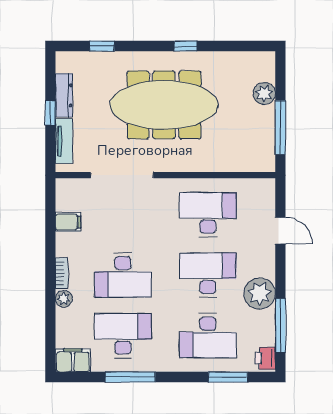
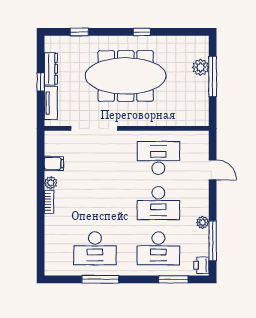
window: (280, 128) -> (213, 76), moved
desk: (123, 275) -> (95, 203), removed
desk: (208, 275) -> (158, 203), turned 180
plant: (260, 294) -> (203, 222), width x0.53, depth x0.53
plant: (64, 299) -> (51, 183), moved
desk: (123, 336) -> (95, 248), turned 180
filing cabinet: (73, 360) -> (57, 267), removed

